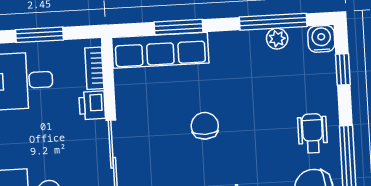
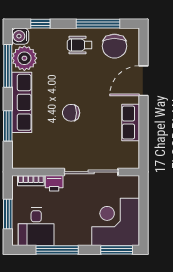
plant: (277, 39) -> (24, 58), width x1.87, depth x1.87
row of seats: (160, 50) -> (22, 102), moved

